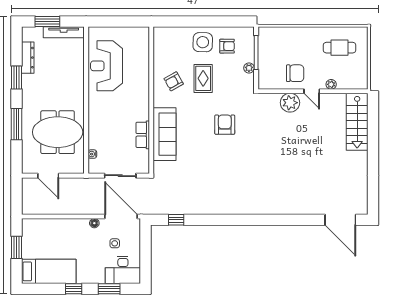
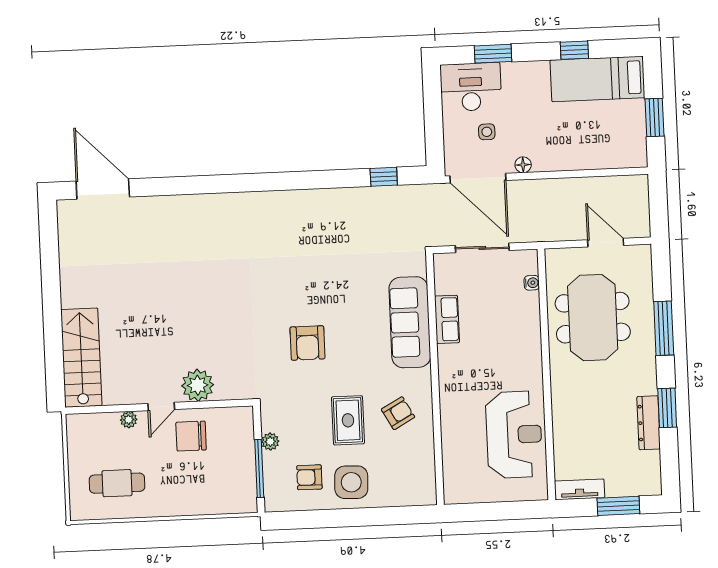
tv unit: (64, 32) -> (580, 489), width x0.71
dresser: (28, 58) -> (649, 423), moved
door: (312, 91) -> (161, 406), swing flipped
meeting table: (58, 132) -> (593, 318), turned 90
window: (74, 289) -> (574, 50), moved

